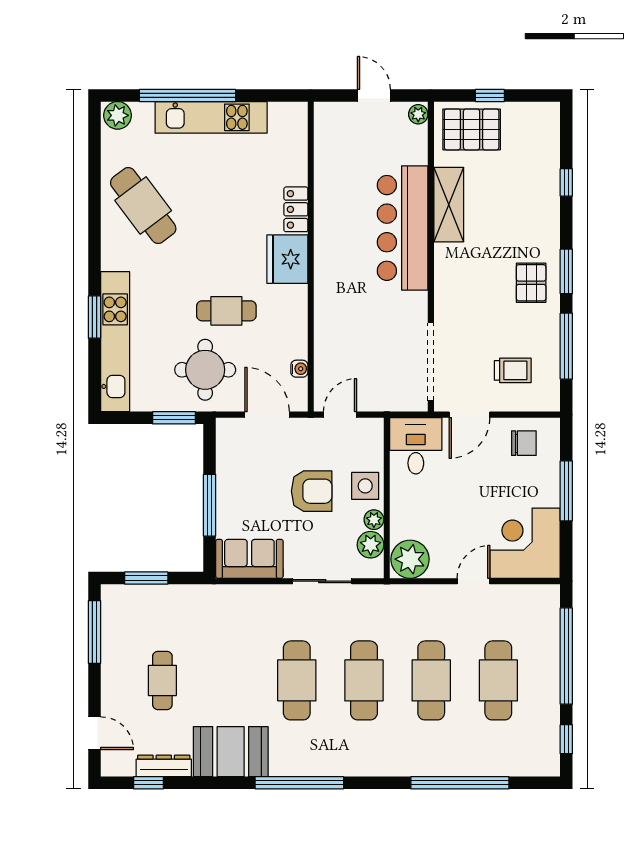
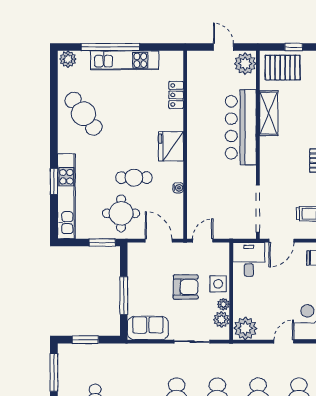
plant: (418, 114) -> (245, 64), width x1.88, depth x1.88
locker: (296, 209) -> (176, 95), moved
water cooler: (299, 369) -> (178, 188), moved

